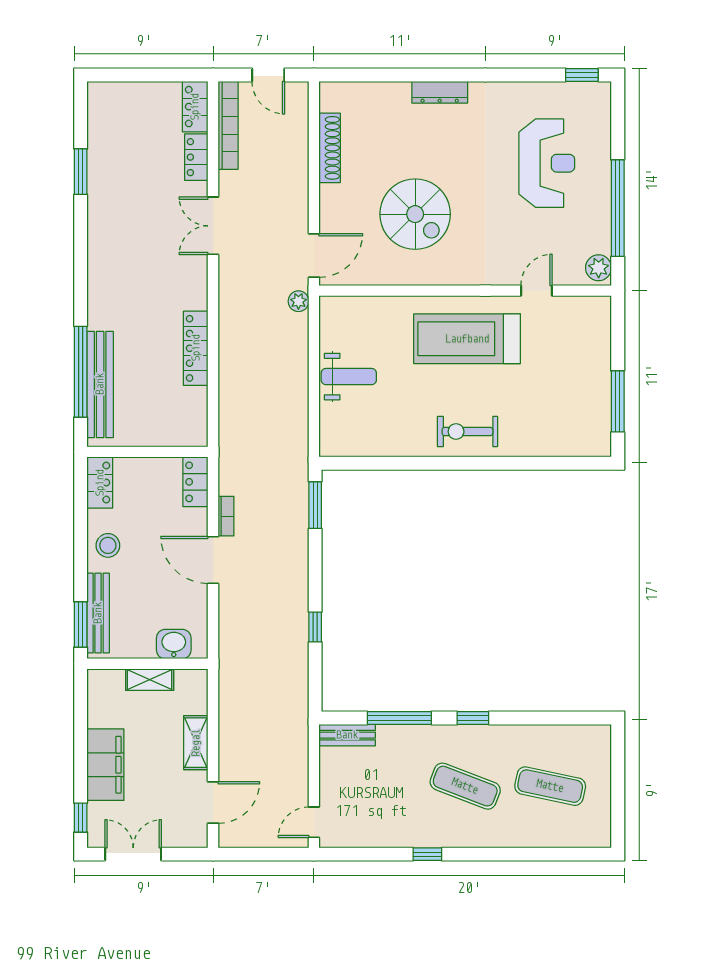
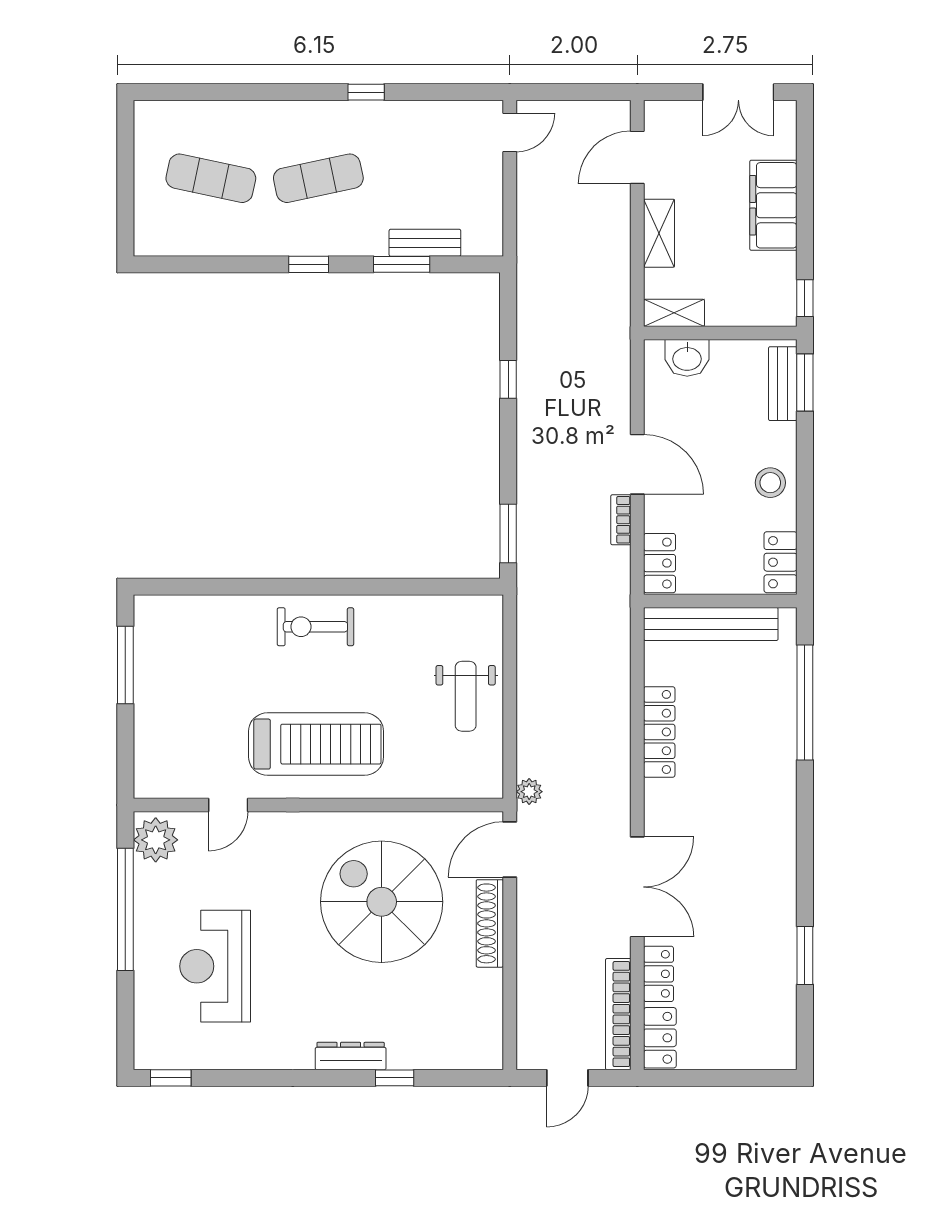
door: (268, 75) -> (567, 1078), swing flipped
window: (405, 75) -> (395, 1078), added
shoe rack: (330, 148) -> (490, 923), moved
spiral stairs: (415, 214) -> (382, 902), width x1.37, depth x1.37
double door: (213, 226) -> (637, 887), width x1.37
plant: (599, 268) -> (156, 840), width x1.36, depth x1.36
weight bench: (349, 377) -> (466, 696), turned -90
bench: (100, 384) -> (711, 624), moved, turned 90
exercise bike: (467, 432) -> (315, 627), turned 180
bench: (98, 613) -> (783, 384), width x0.73
shelving: (150, 680) -> (674, 313), moved
window: (399, 718) -> (402, 264), width x0.69
bench: (347, 735) -> (425, 243), moved
exercise mat: (465, 786) -> (318, 178), turned -33
window: (81, 818) -> (805, 298), moved

